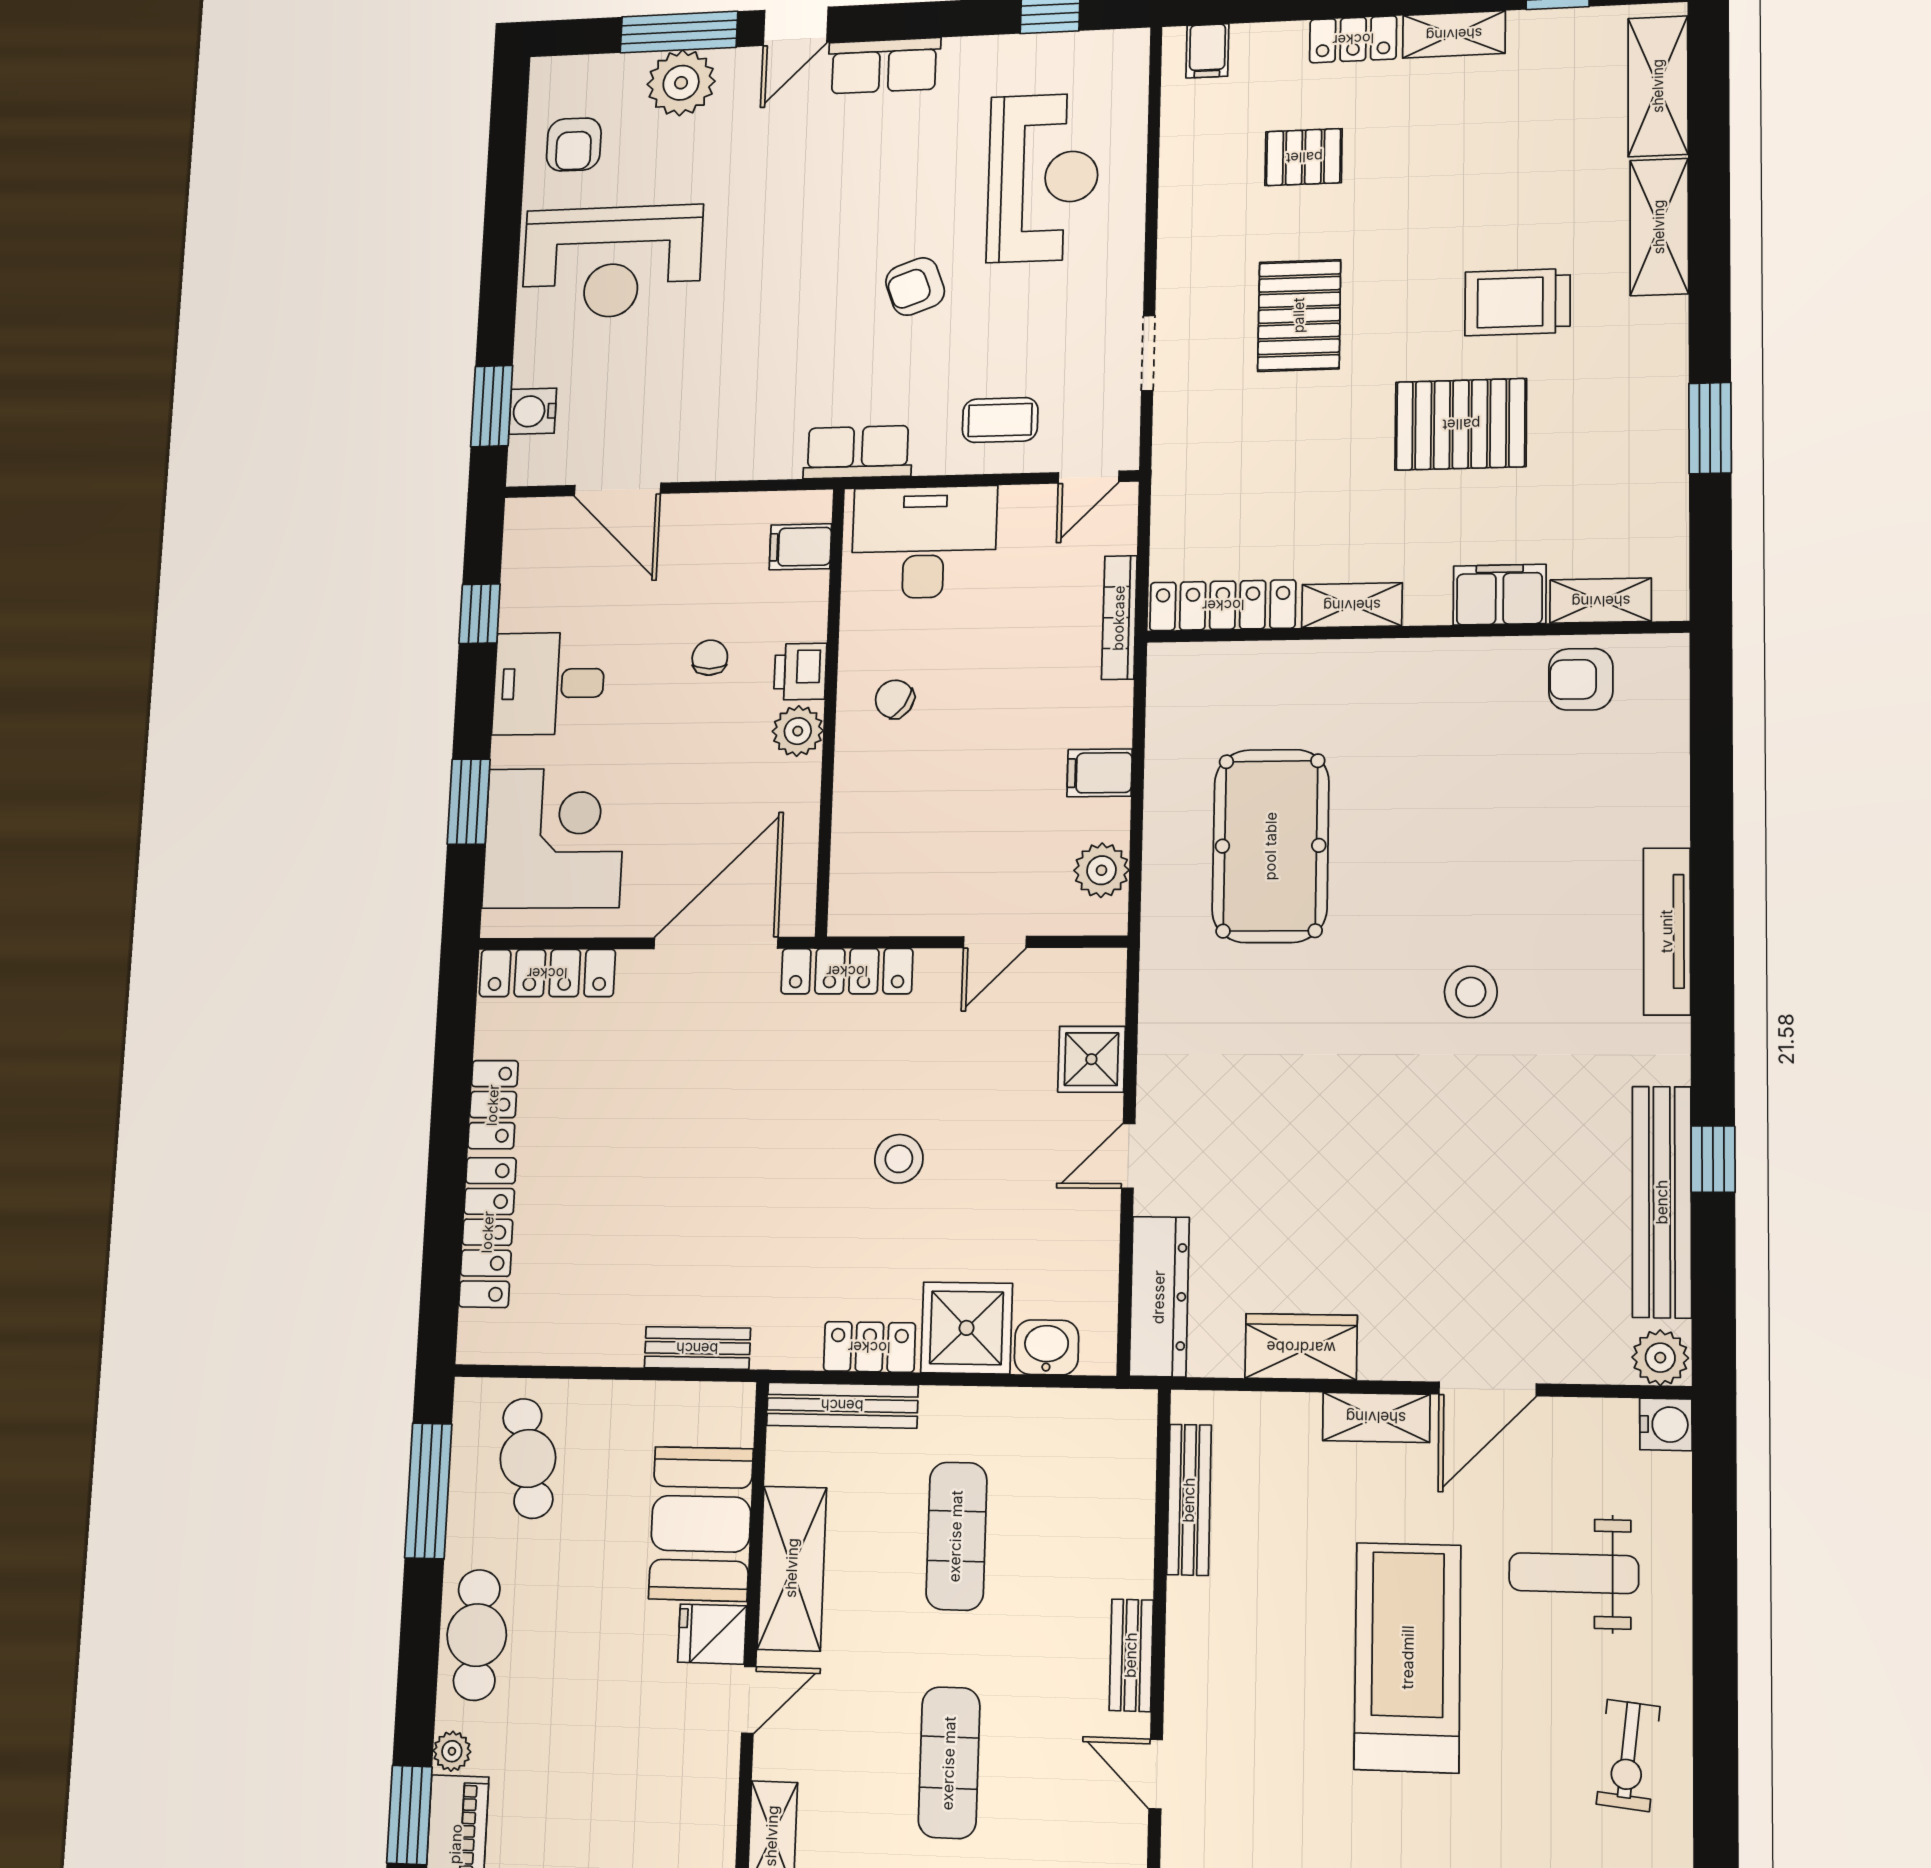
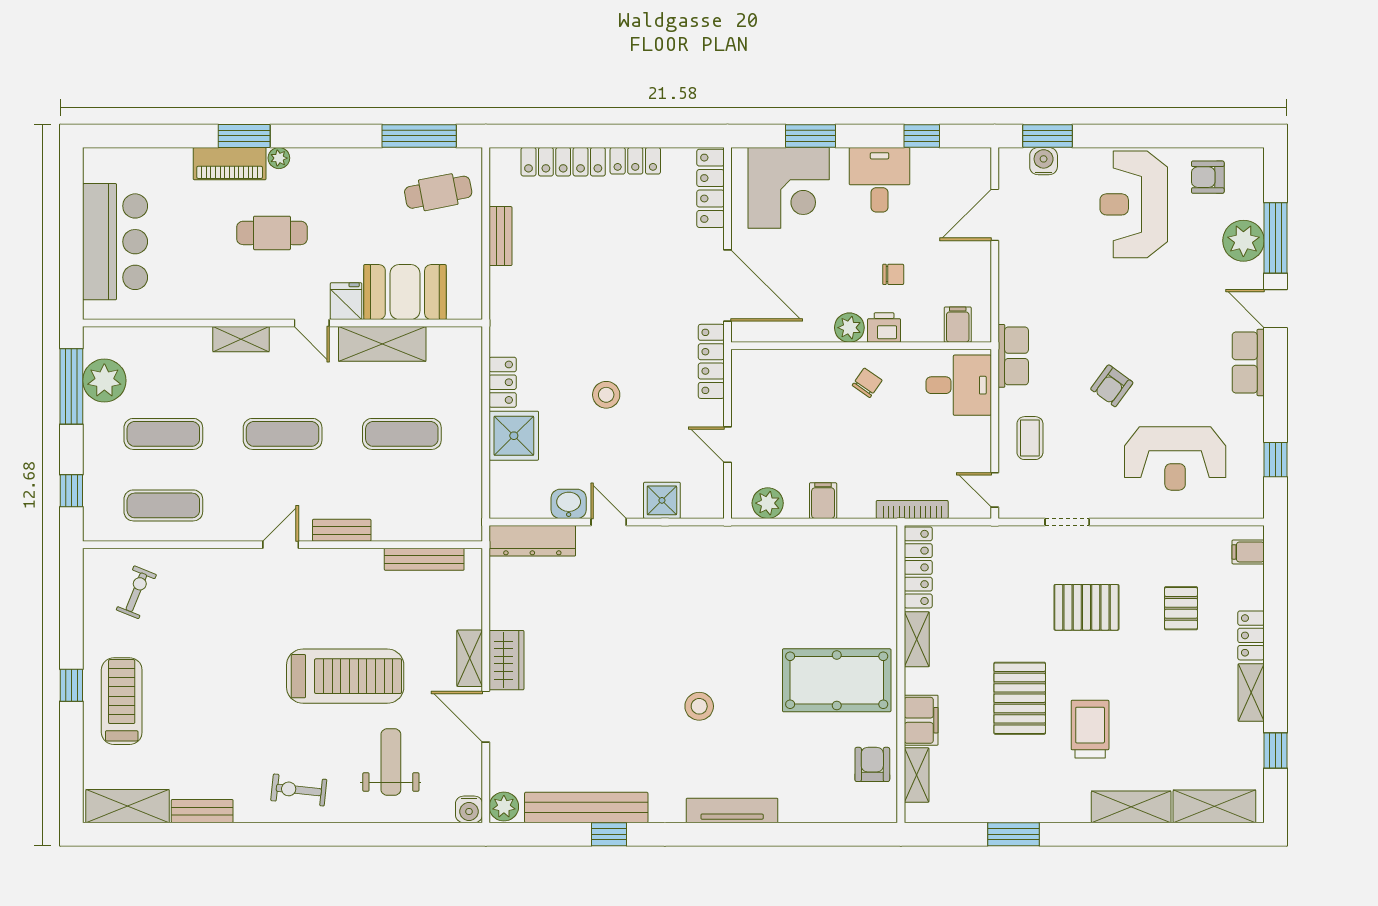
armchair: (915, 287) -> (1112, 386), turned -124
desk: (924, 542) -> (959, 385), width x0.73
pool table: (1271, 846) -> (837, 680), moved
washbasin: (1046, 1347) -> (569, 504), moved, turned -90
wardrobe: (1301, 1347) -> (507, 660), moved
bench: (697, 1348) -> (501, 236), moved
bench: (842, 1405) -> (471, 368), removed
cafe table: (477, 1635) -> (272, 233), moved

